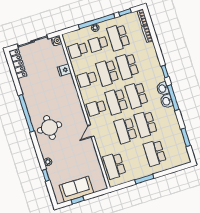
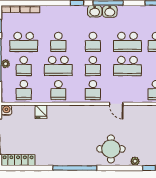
school desk: (127, 66) -> (58, 42), width x0.54
school desk: (136, 95) -> (93, 42), width x0.54
school desk: (116, 101) -> (93, 66), width x0.54
round table: (49, 127) -> (111, 149), moved

